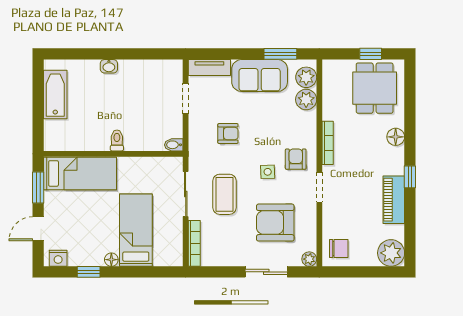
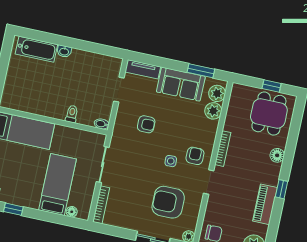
bathtub: (55, 94) -> (36, 49), moved, turned 90
toilet: (117, 140) -> (72, 114), moved
coffee table: (225, 194) -> (133, 171), removed
floor lamp: (111, 260) -> (72, 212), moved

